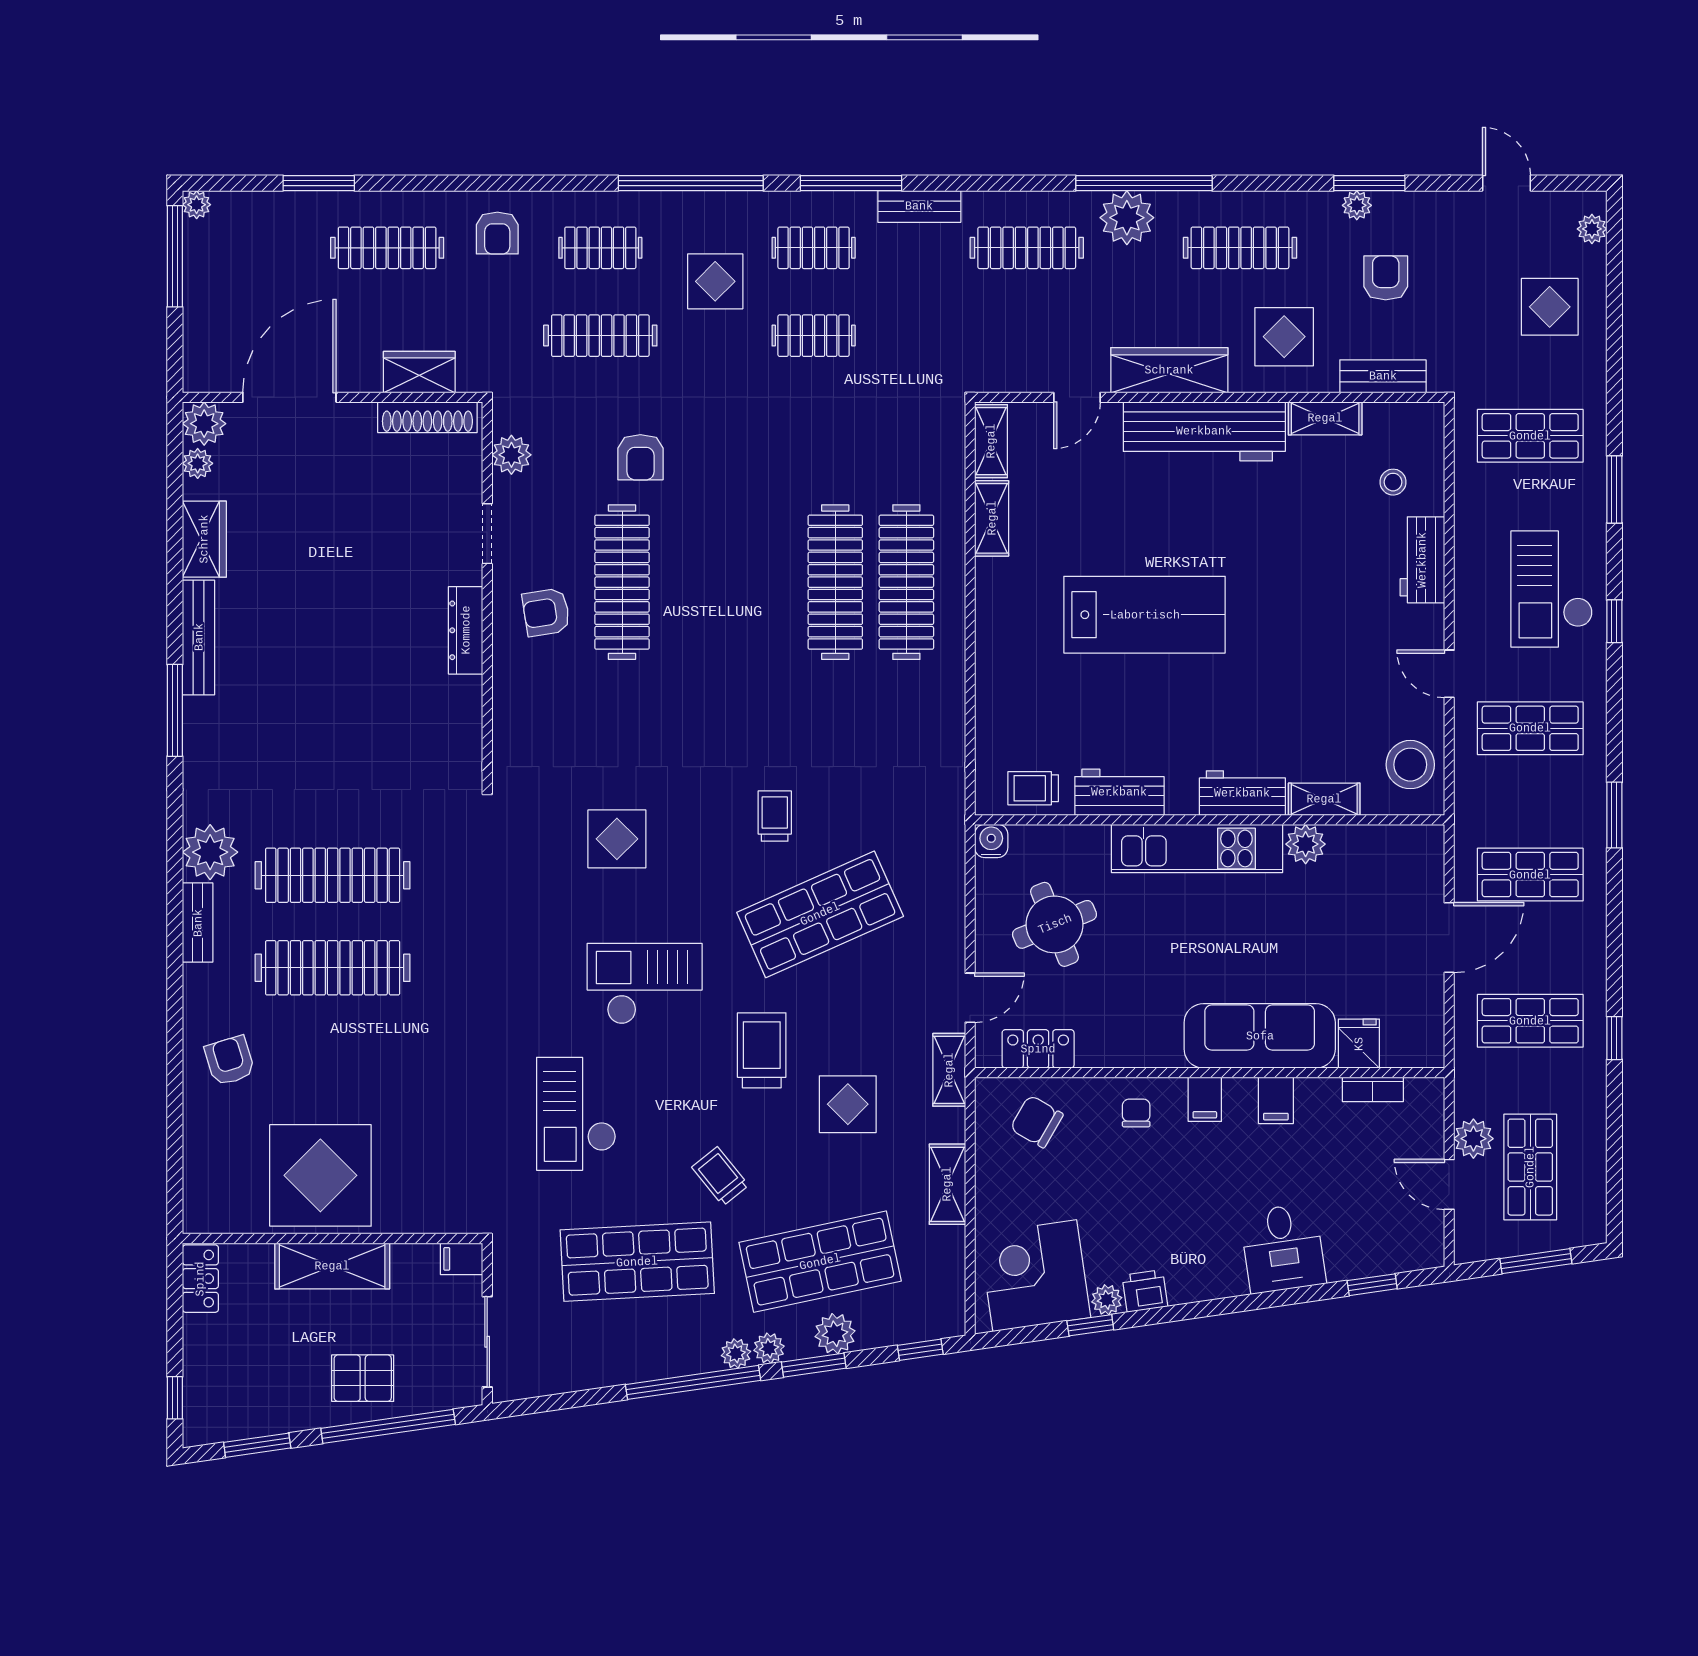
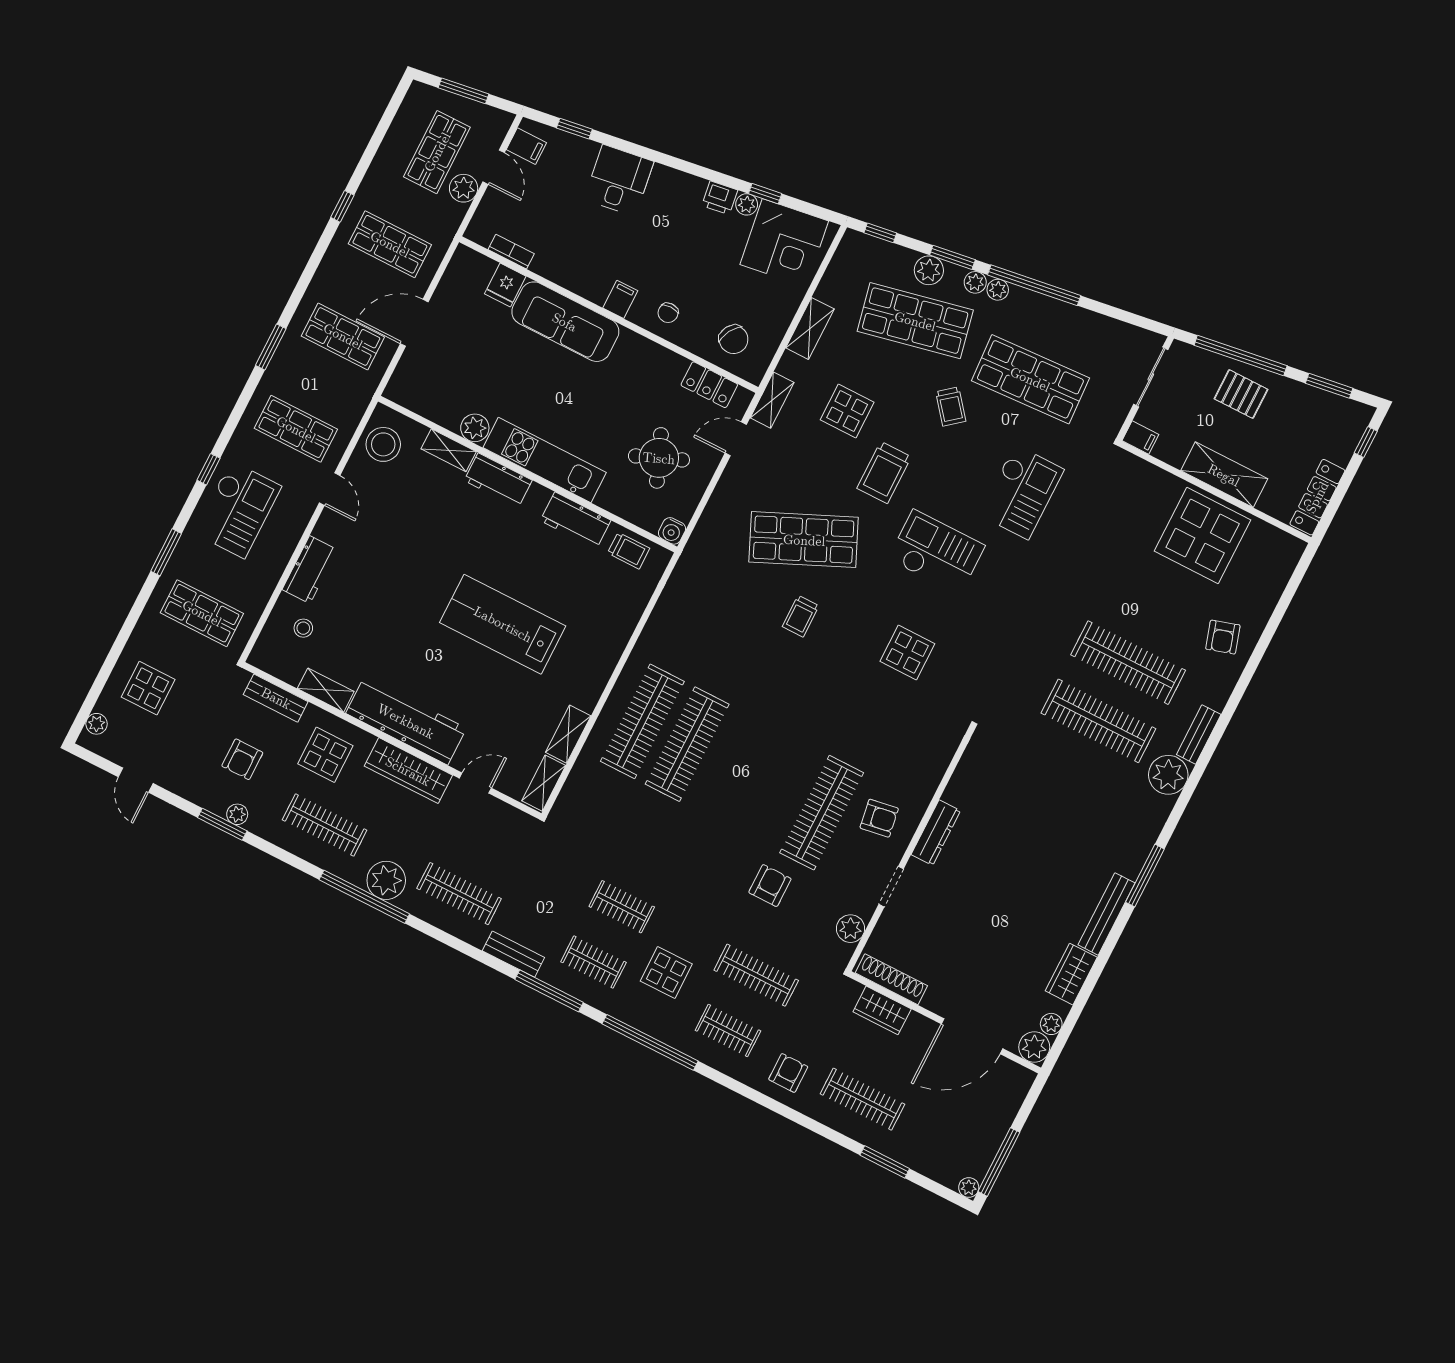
checkout: (645, 984) -> (936, 552), turned 180
filing cabinet: (1276, 1100) -> (526, 146), moved, turned 90
locker: (200, 1279) -> (1317, 497), width x1.53

